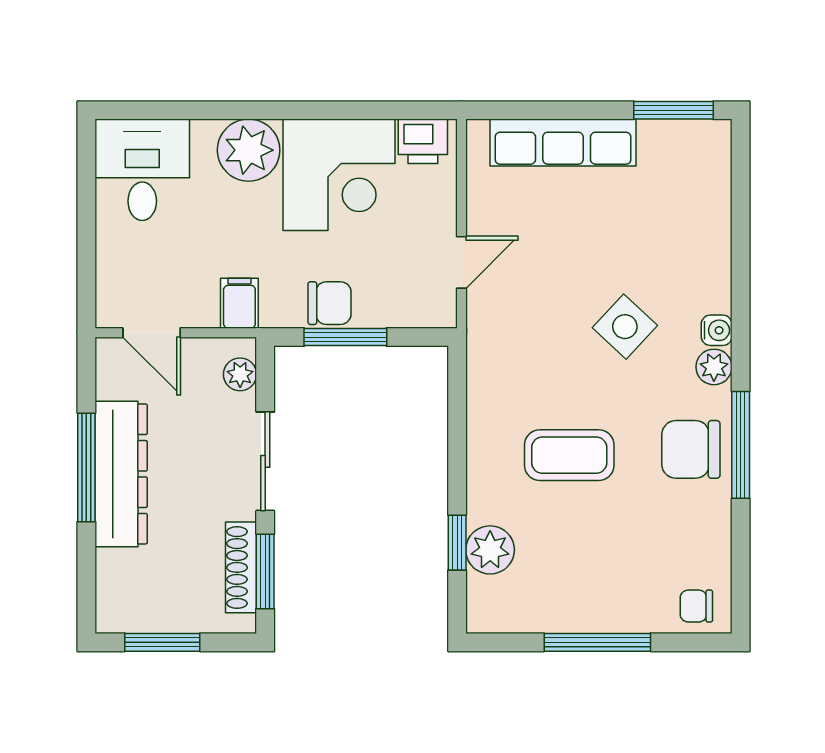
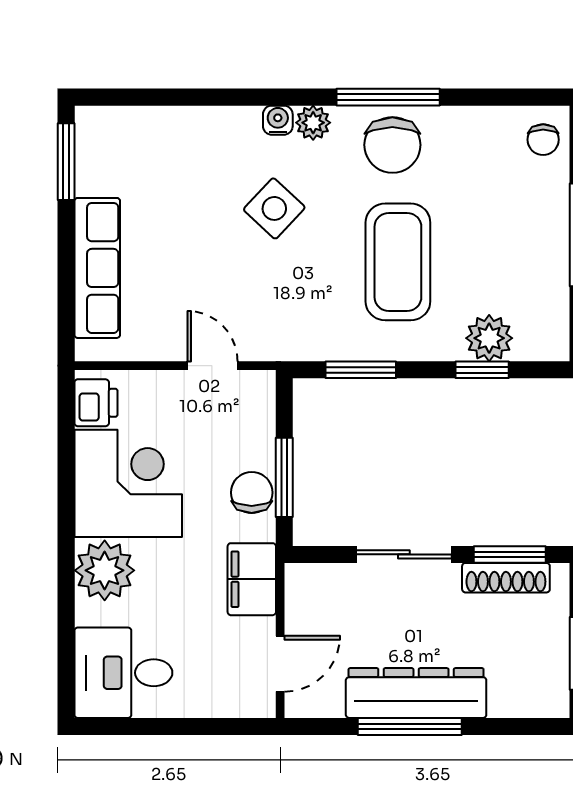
filing cabinet: (239, 303) -> (252, 579), width x2.00
plant: (240, 374) -> (320, 579), removed
window: (457, 416) -> (361, 370), added
coffee table: (569, 455) -> (398, 262), width x1.36, depth x1.32

